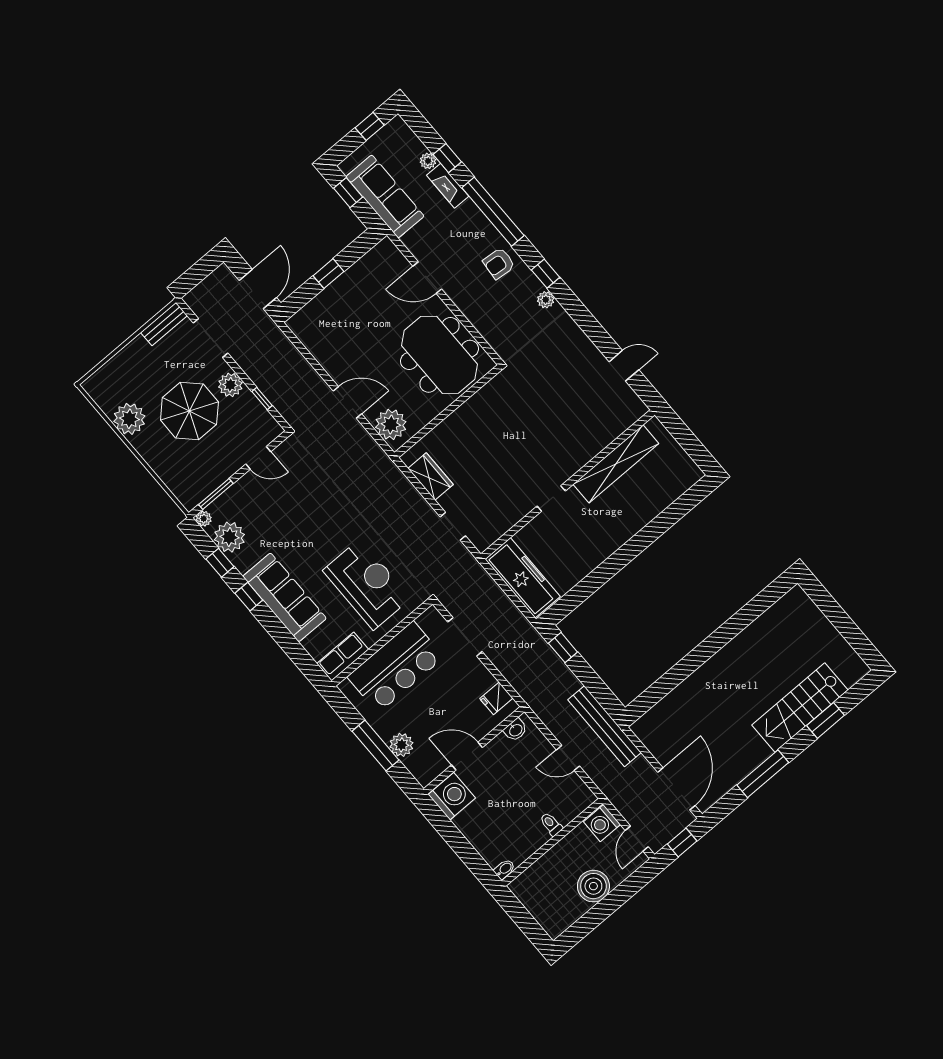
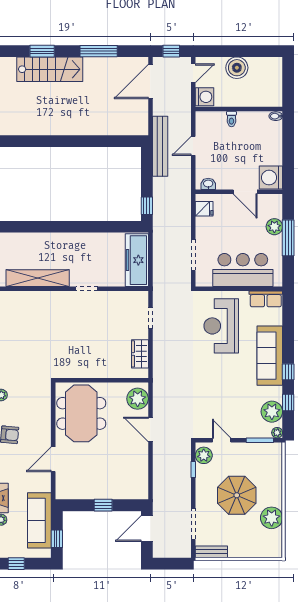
door: (427, 278) -> (53, 459), swing flipped
plant: (230, 385) -> (204, 455), moved
door: (568, 758) -> (193, 146), swing flipped

